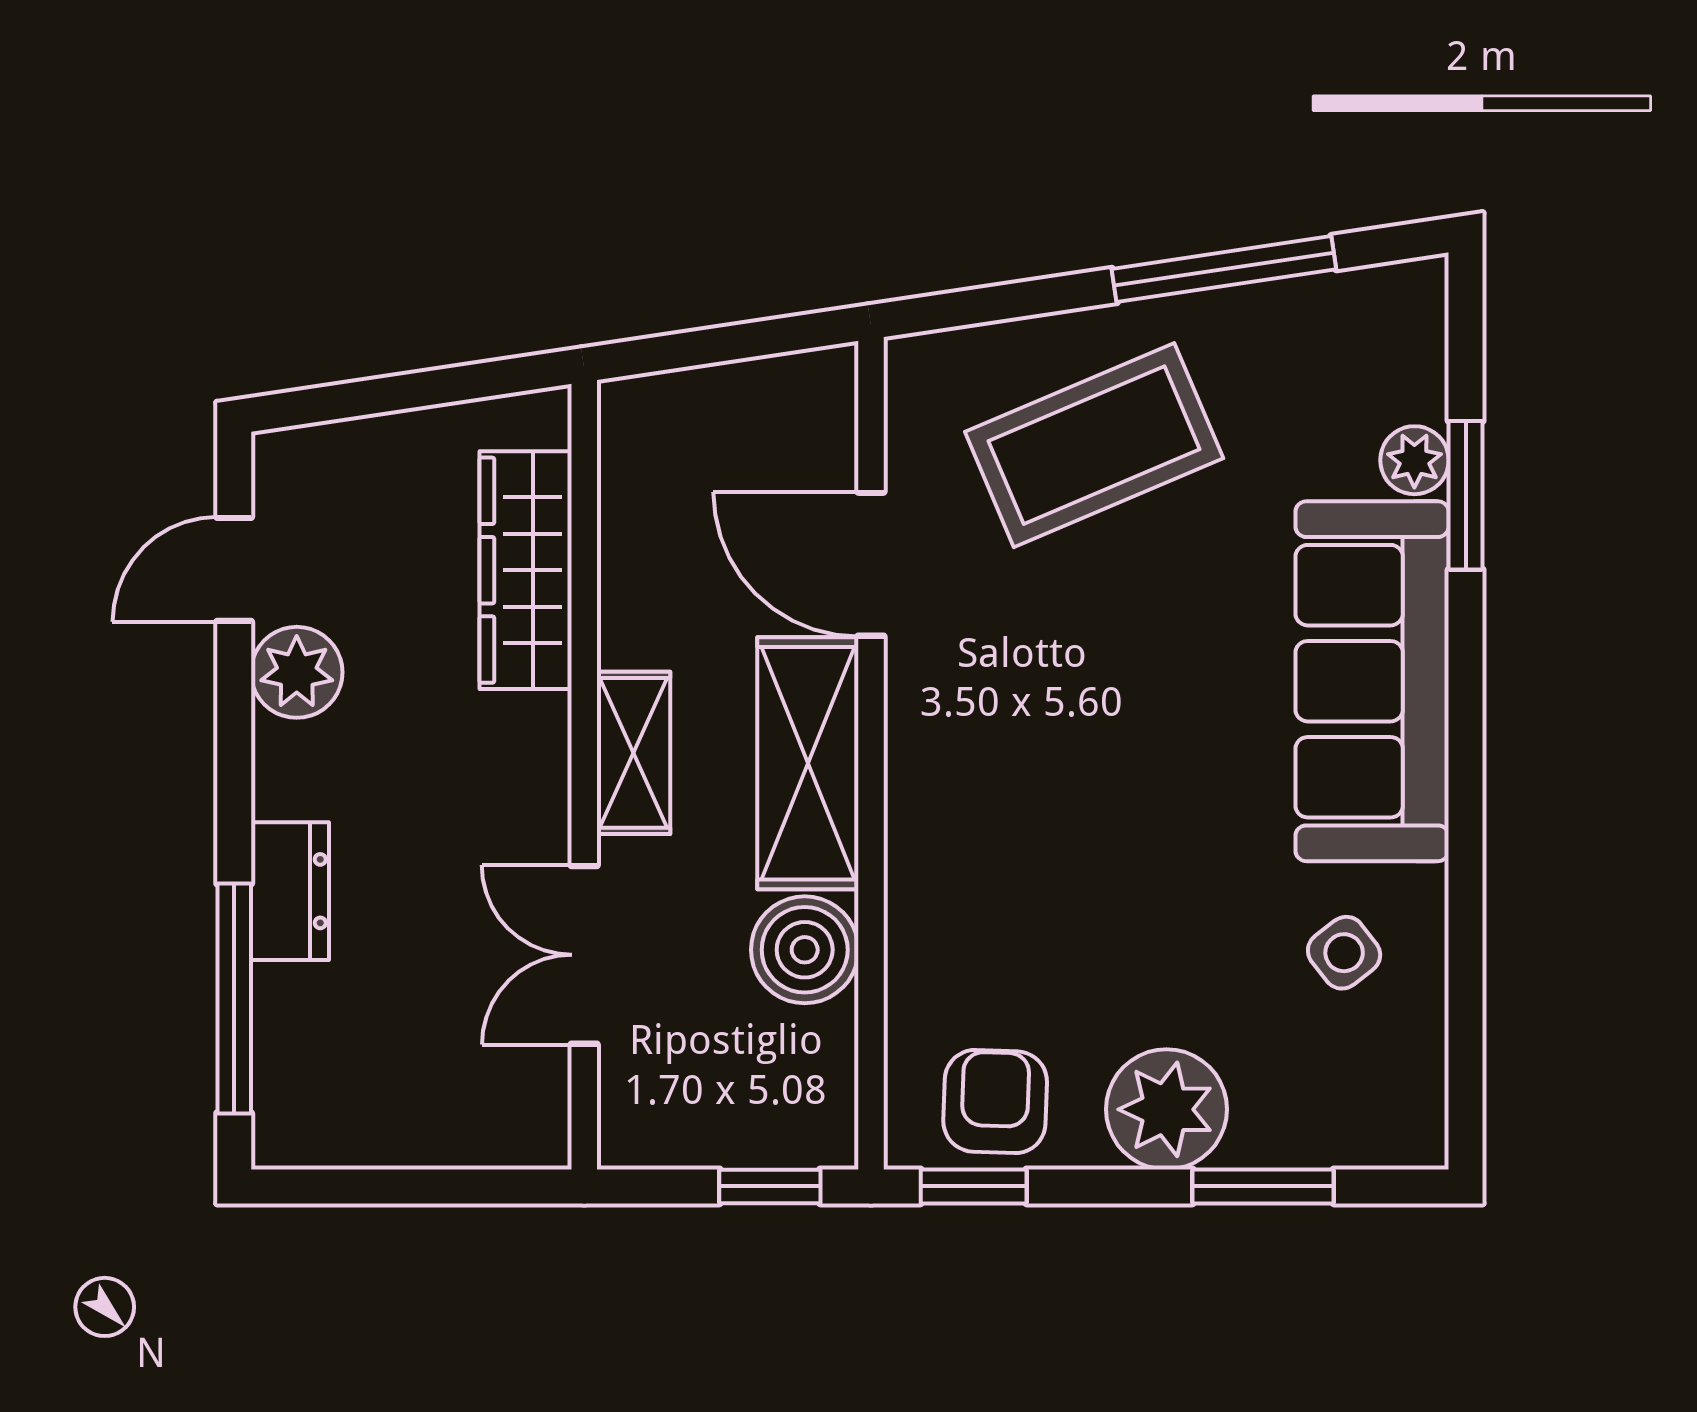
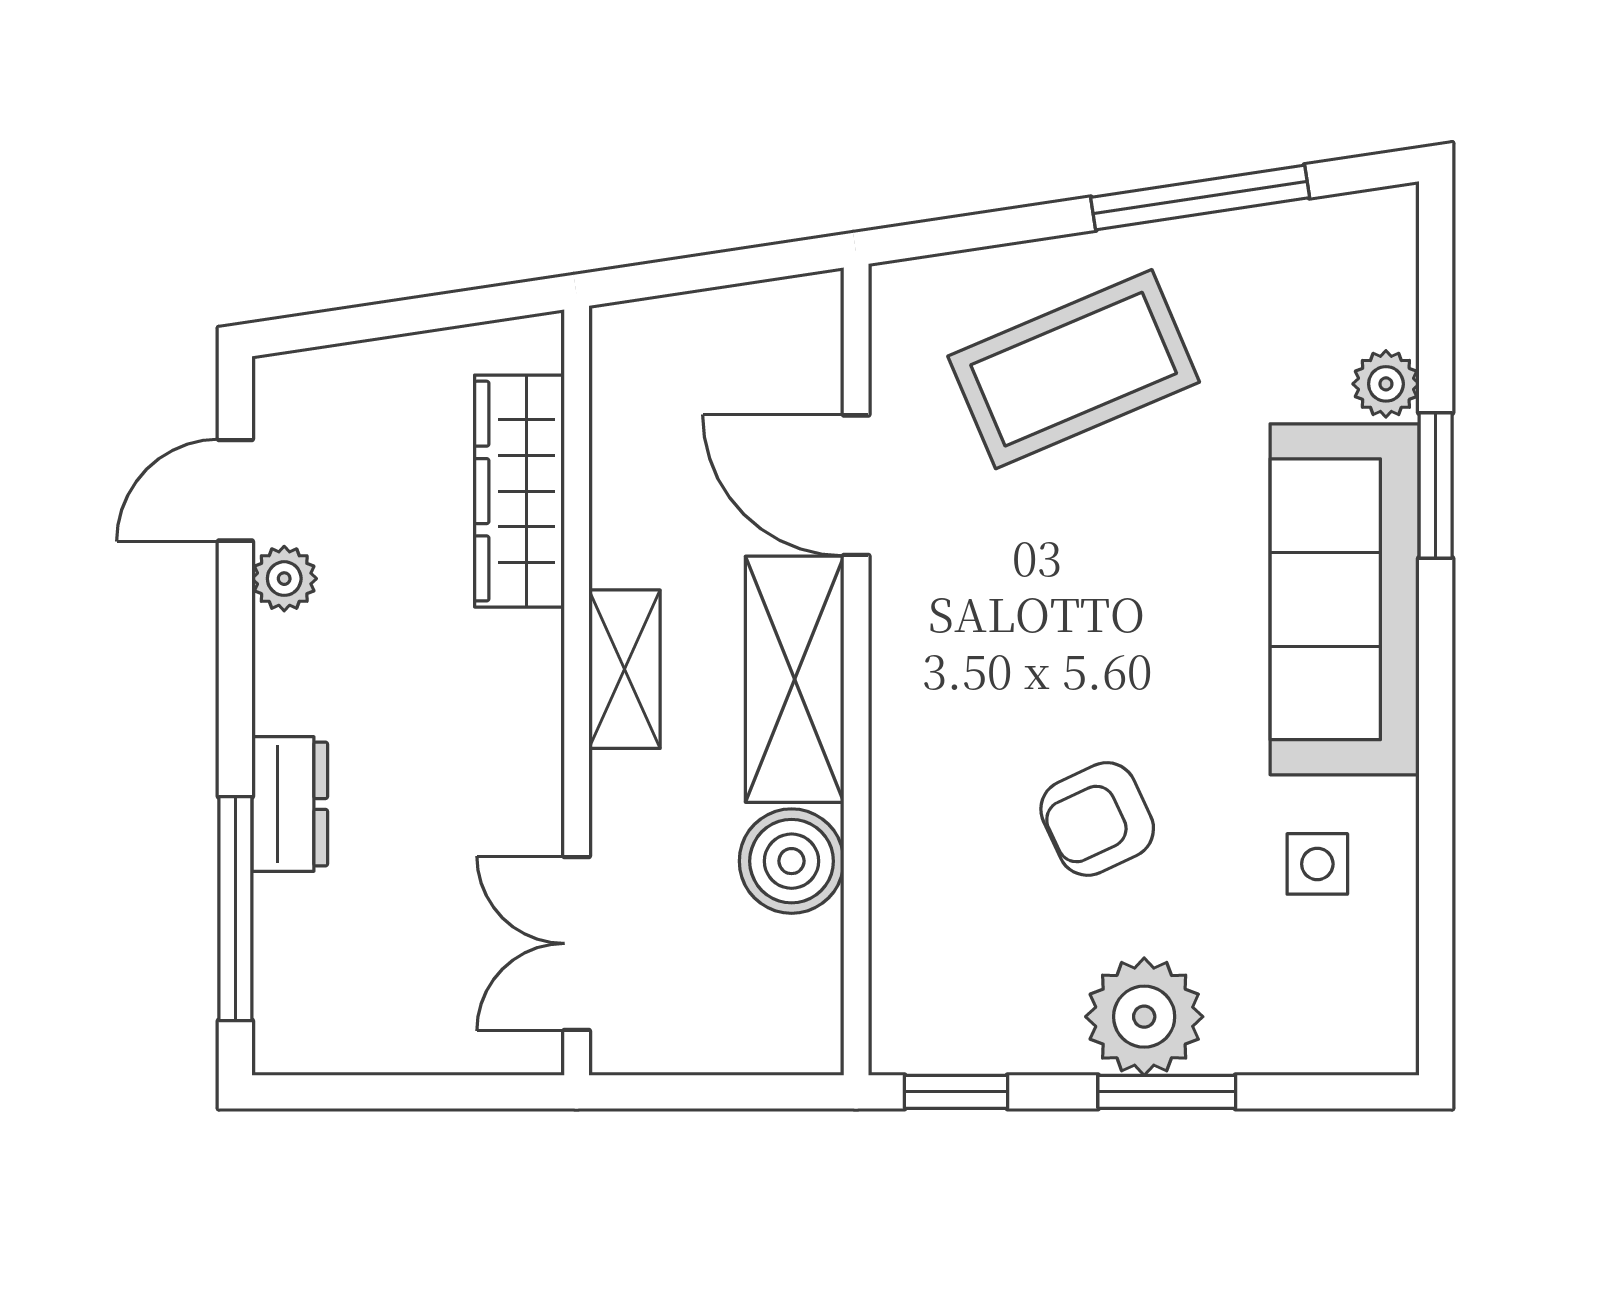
window: (1466, 495) -> (1436, 485), moved
plant: (297, 672) -> (284, 579), width x0.73, depth x0.73
side table: (1344, 953) -> (1317, 864), turned 38
double door: (584, 955) -> (577, 943), moved
armchair: (995, 1102) -> (1097, 819), moved, turned -117
window: (770, 1186) -> (758, 1092), removed
window: (1263, 1186) -> (1167, 1092), moved

